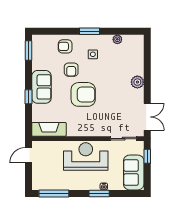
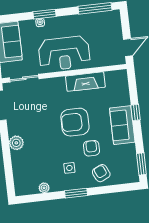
armchair: (65, 46) -> (101, 173), turned -115
fireplace: (49, 129) -> (85, 82), moved

